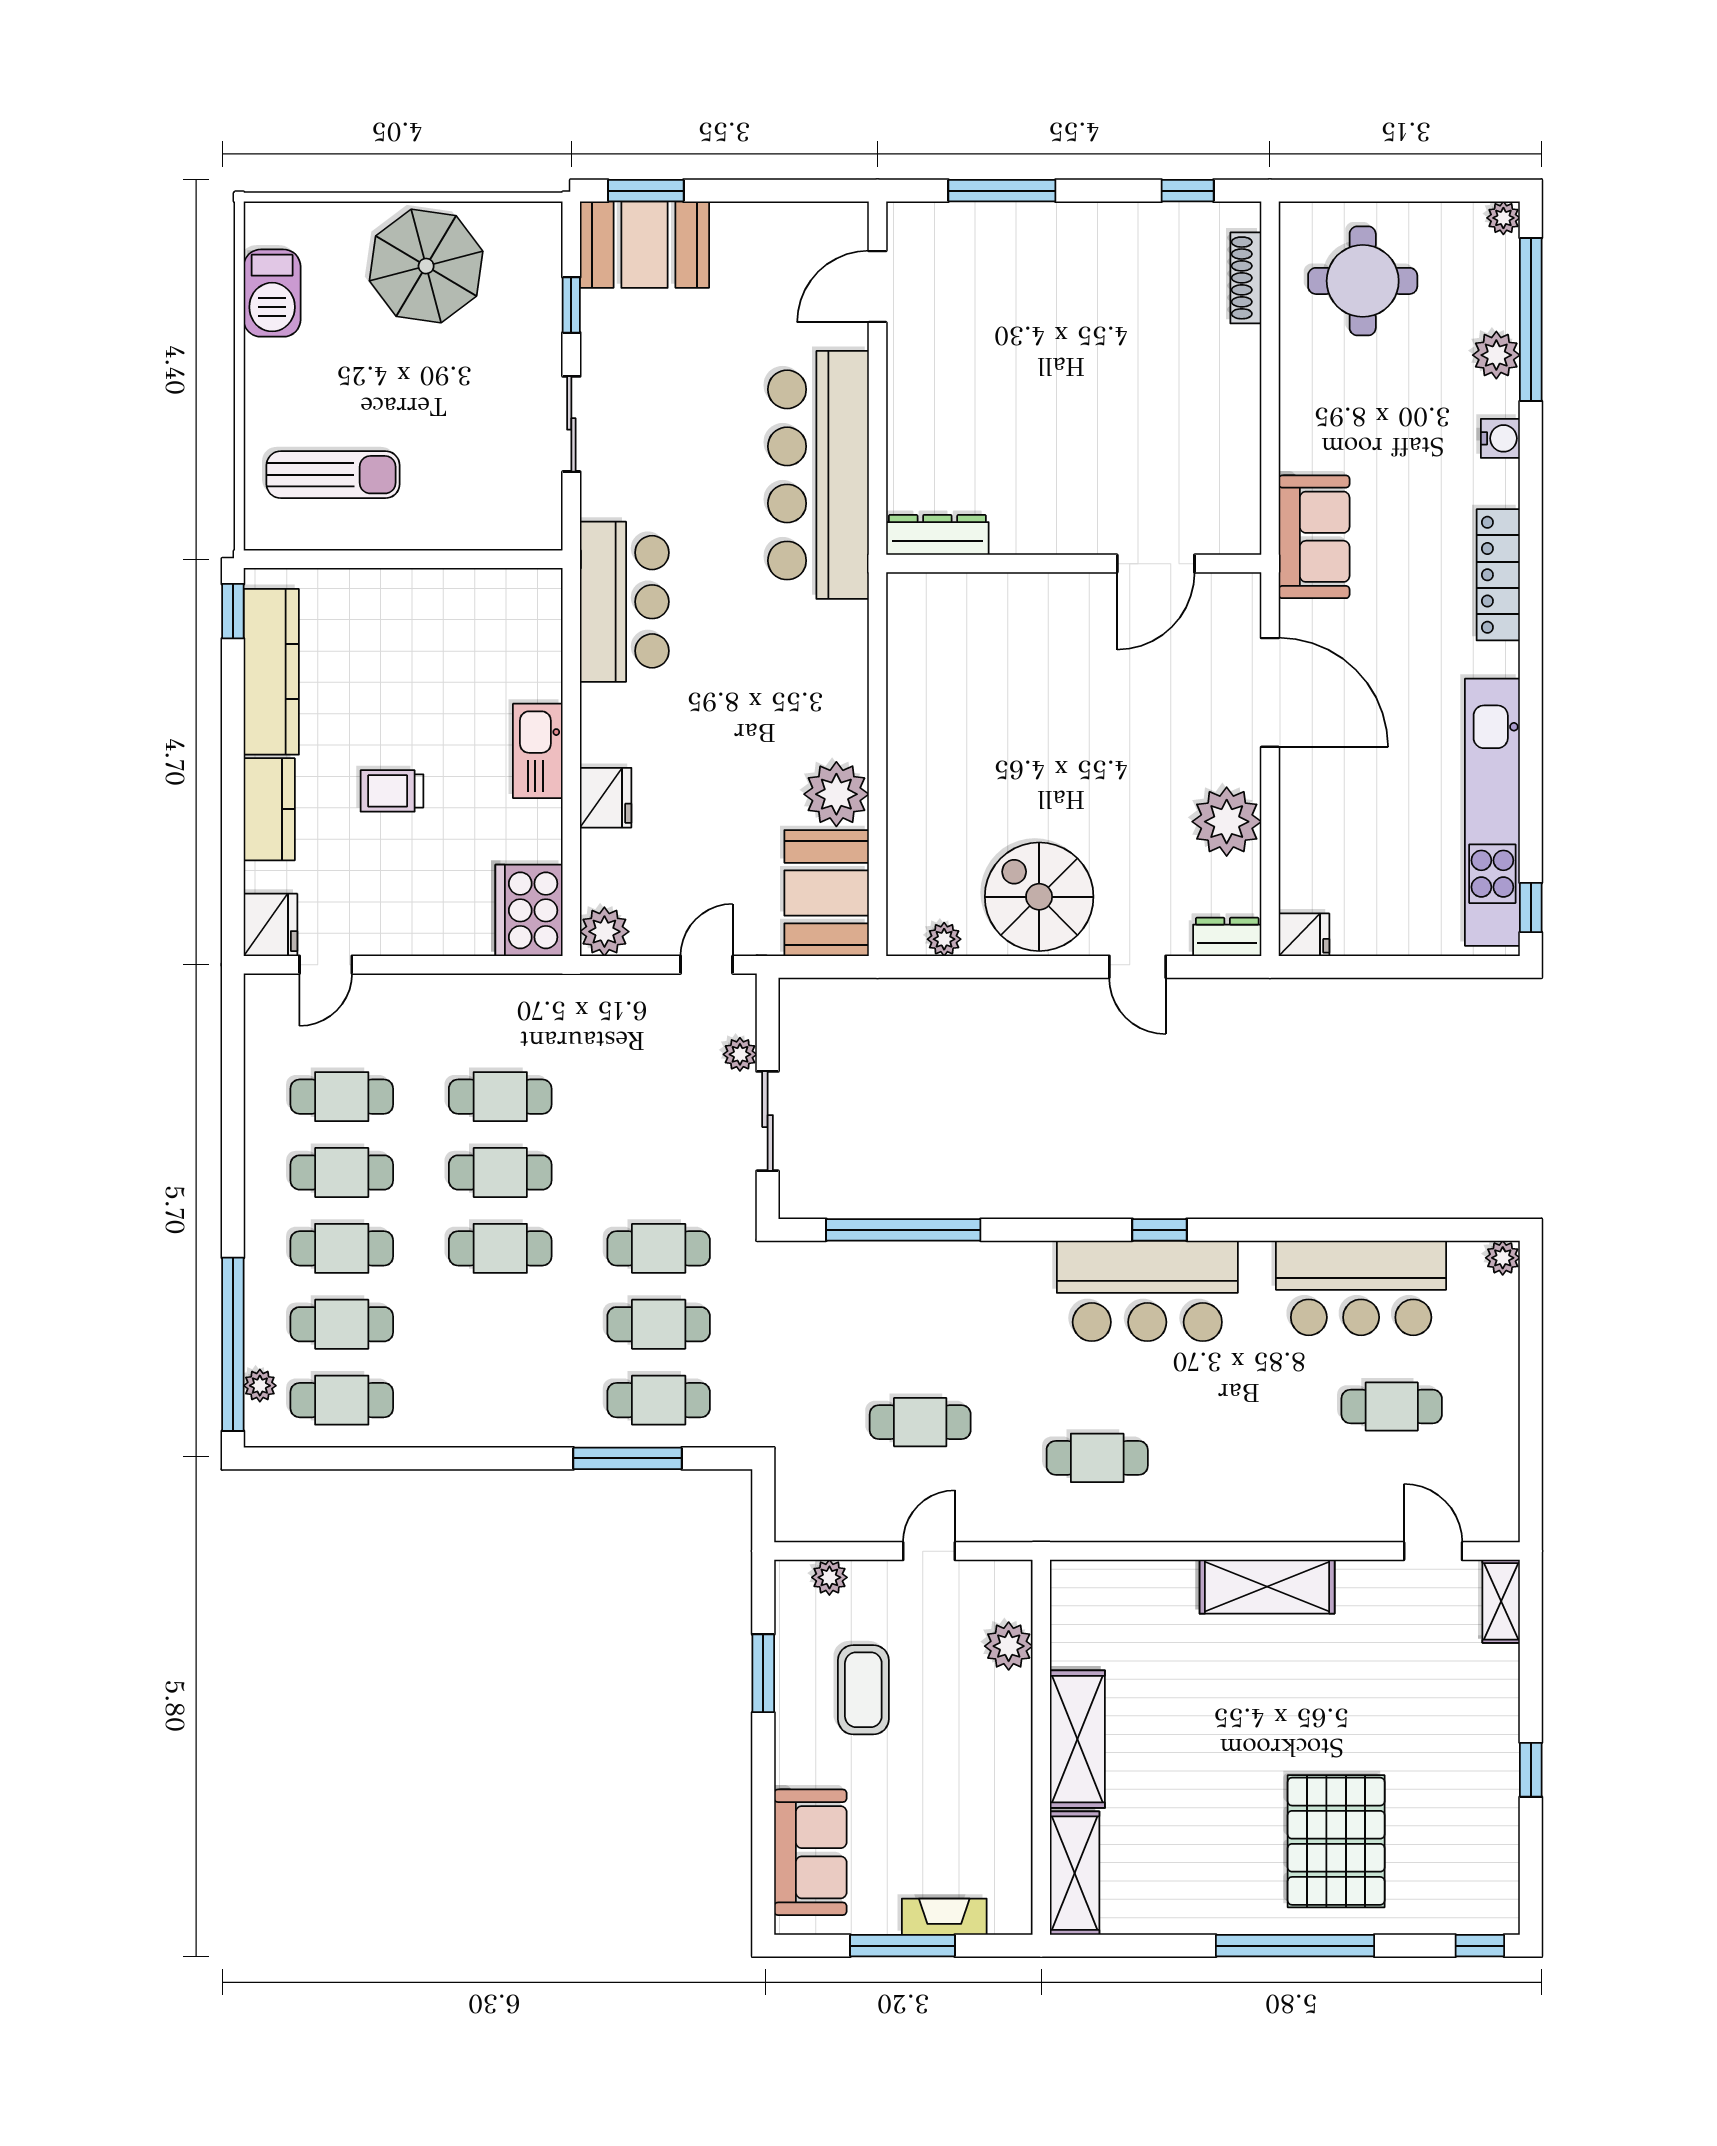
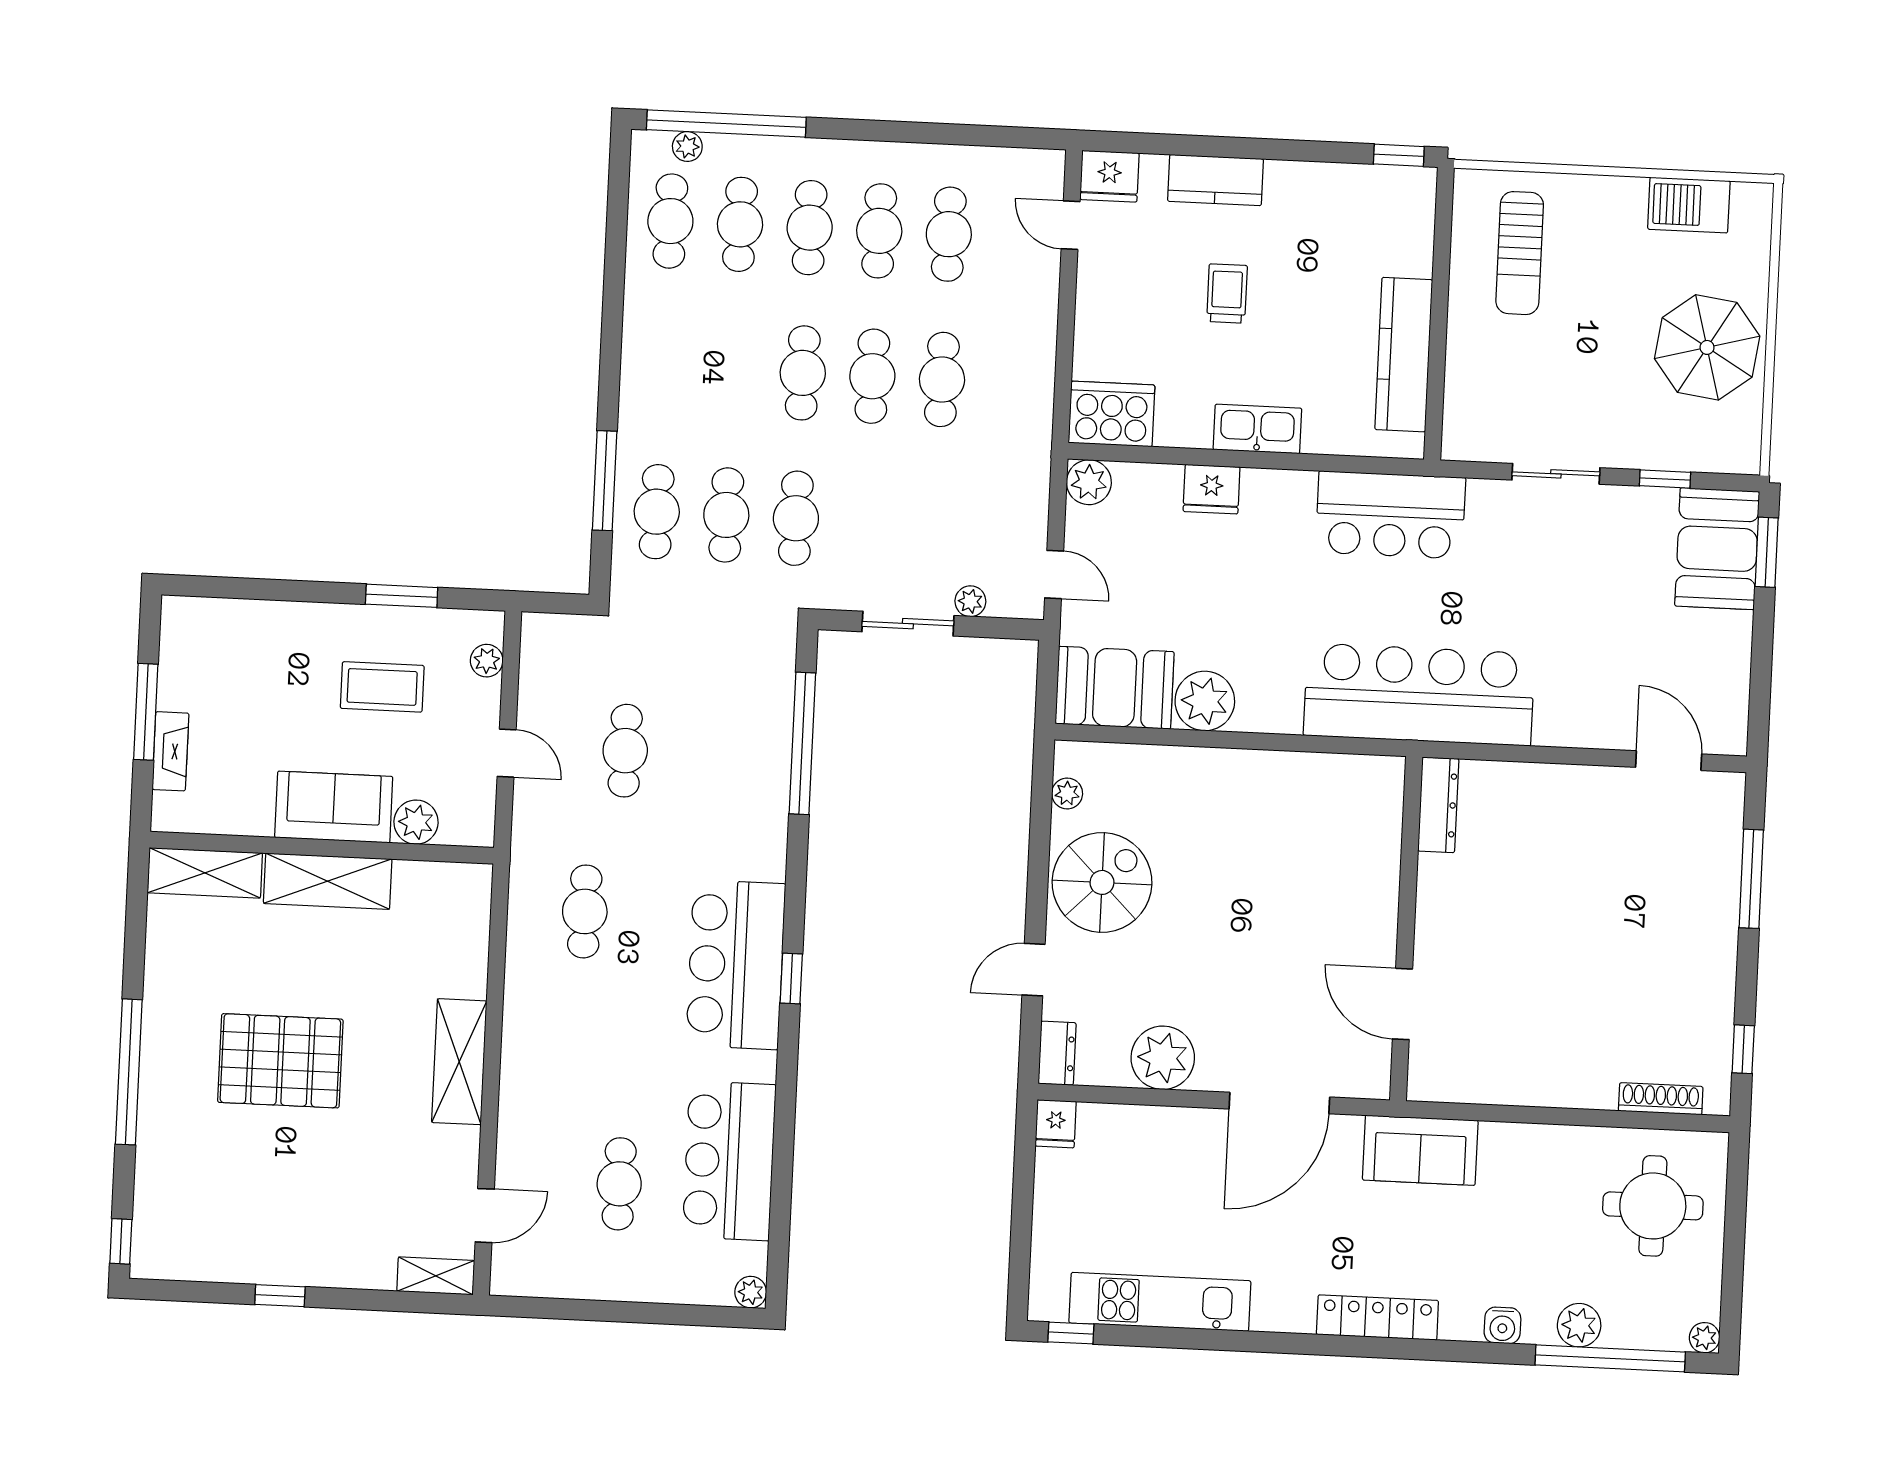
bar counter: (818, 475) -> (1419, 694), moved
kitchen counter: (271, 672) -> (1404, 355), moved, turned 90
kitchen unit: (1492, 812) -> (1160, 1302), width x0.73
pallet: (1336, 1841) -> (280, 1061), moved
sofa: (810, 1852) -> (334, 807), moved, turned 180

